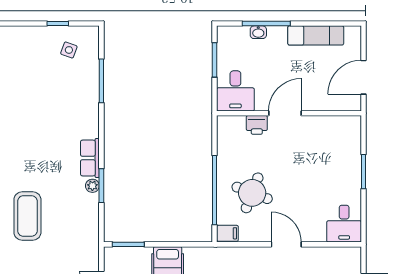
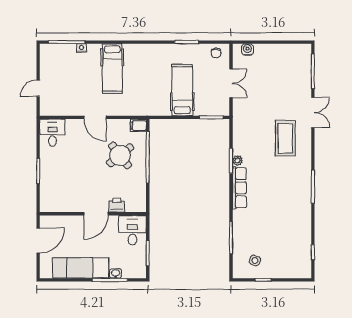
exam couch: (316, 35) -> (81, 268), width x1.36, depth x1.45
row of seats: (90, 158) -> (239, 188), width x1.48
round table: (252, 193) -> (120, 155), turned 31

